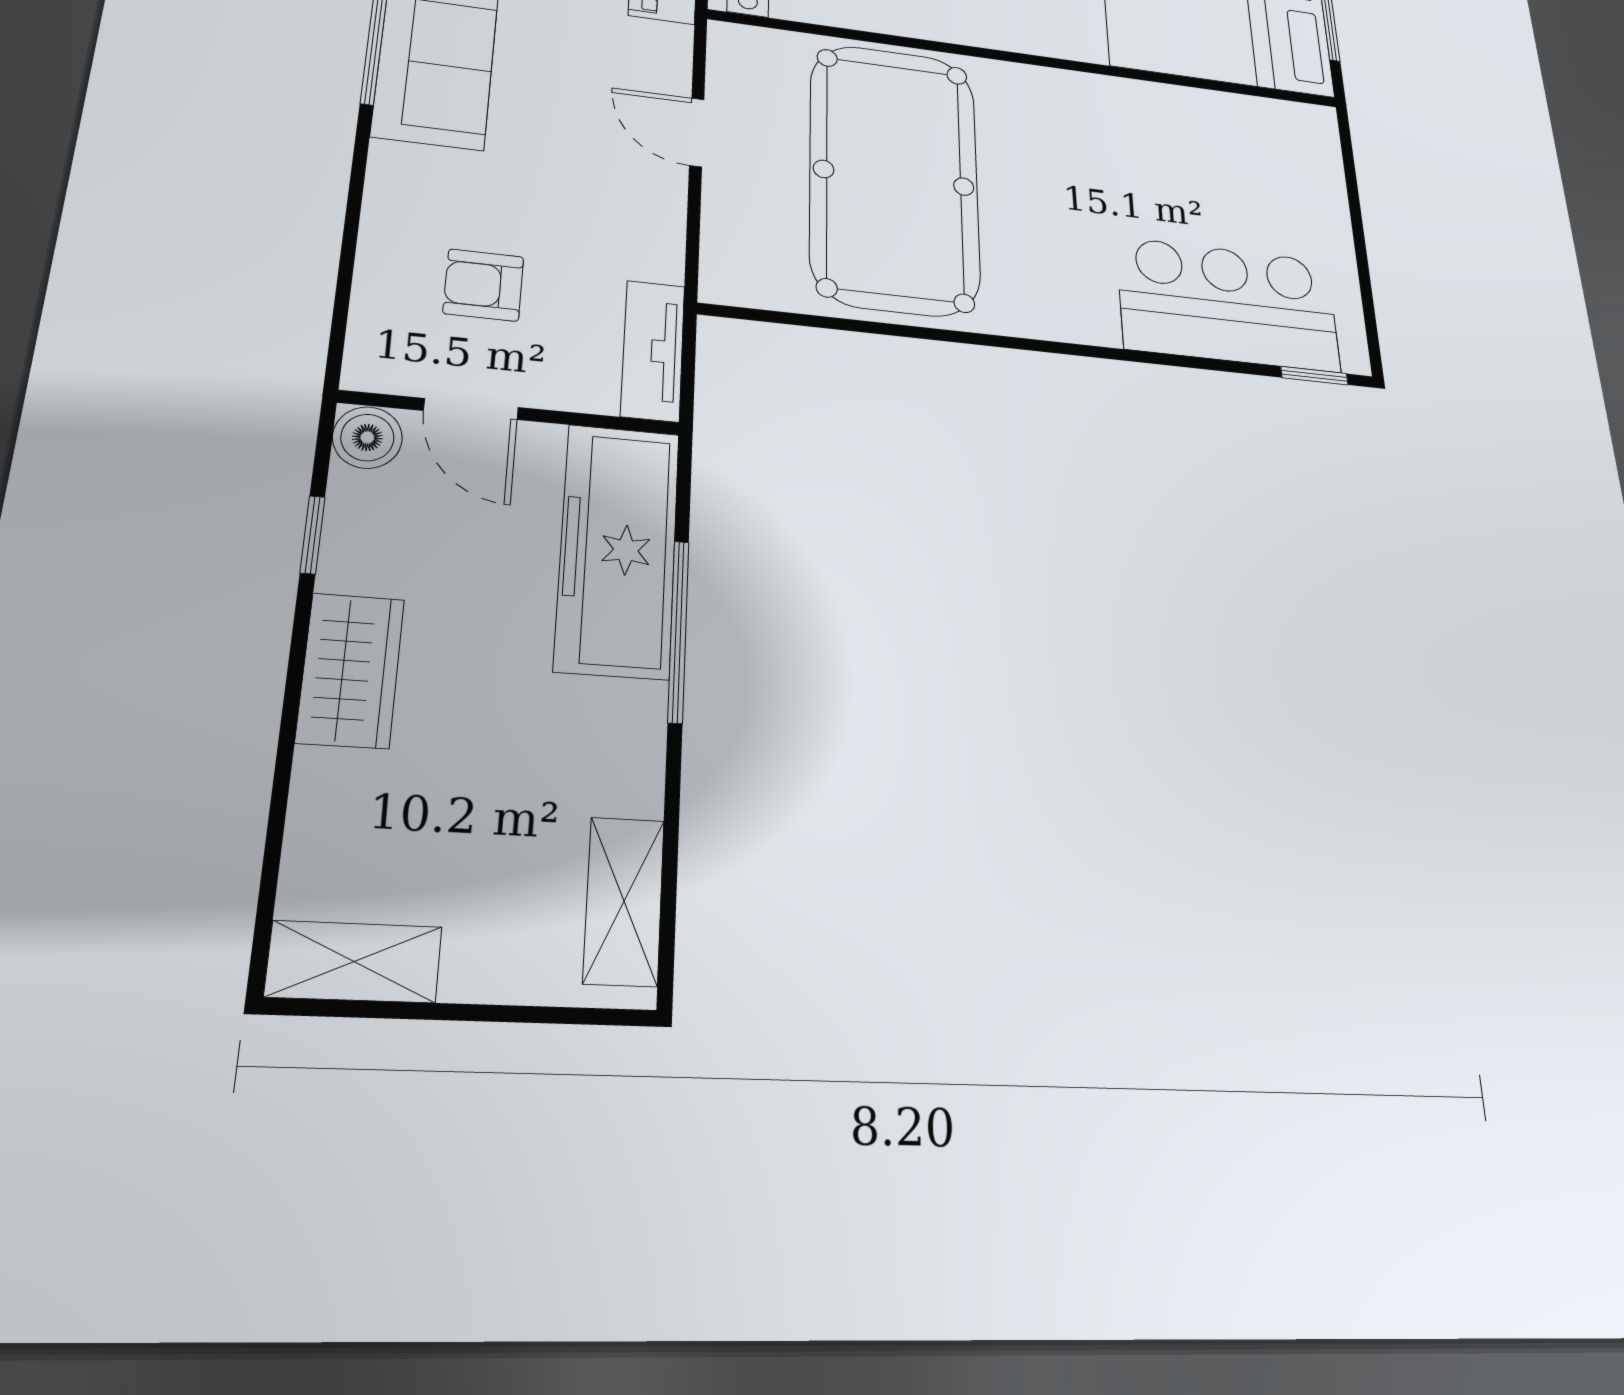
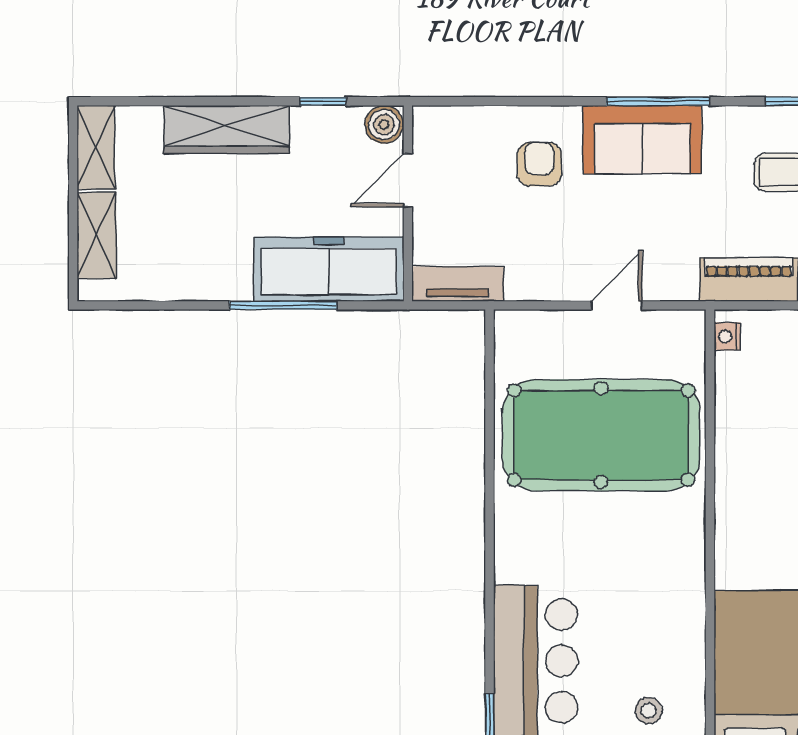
stool: (1281, 168) -> (649, 710), added
armchair: (483, 285) -> (539, 164), moved
wardrobe: (350, 670) -> (227, 130), width x1.50
shelving: (624, 901) -> (97, 236), moved, turned 90

